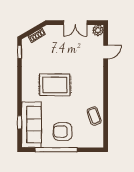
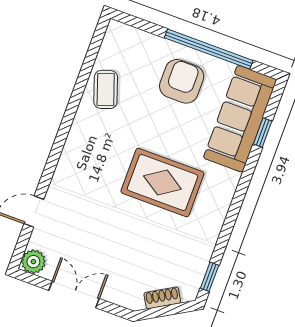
armchair: (63, 132) -> (182, 81), turned -90

